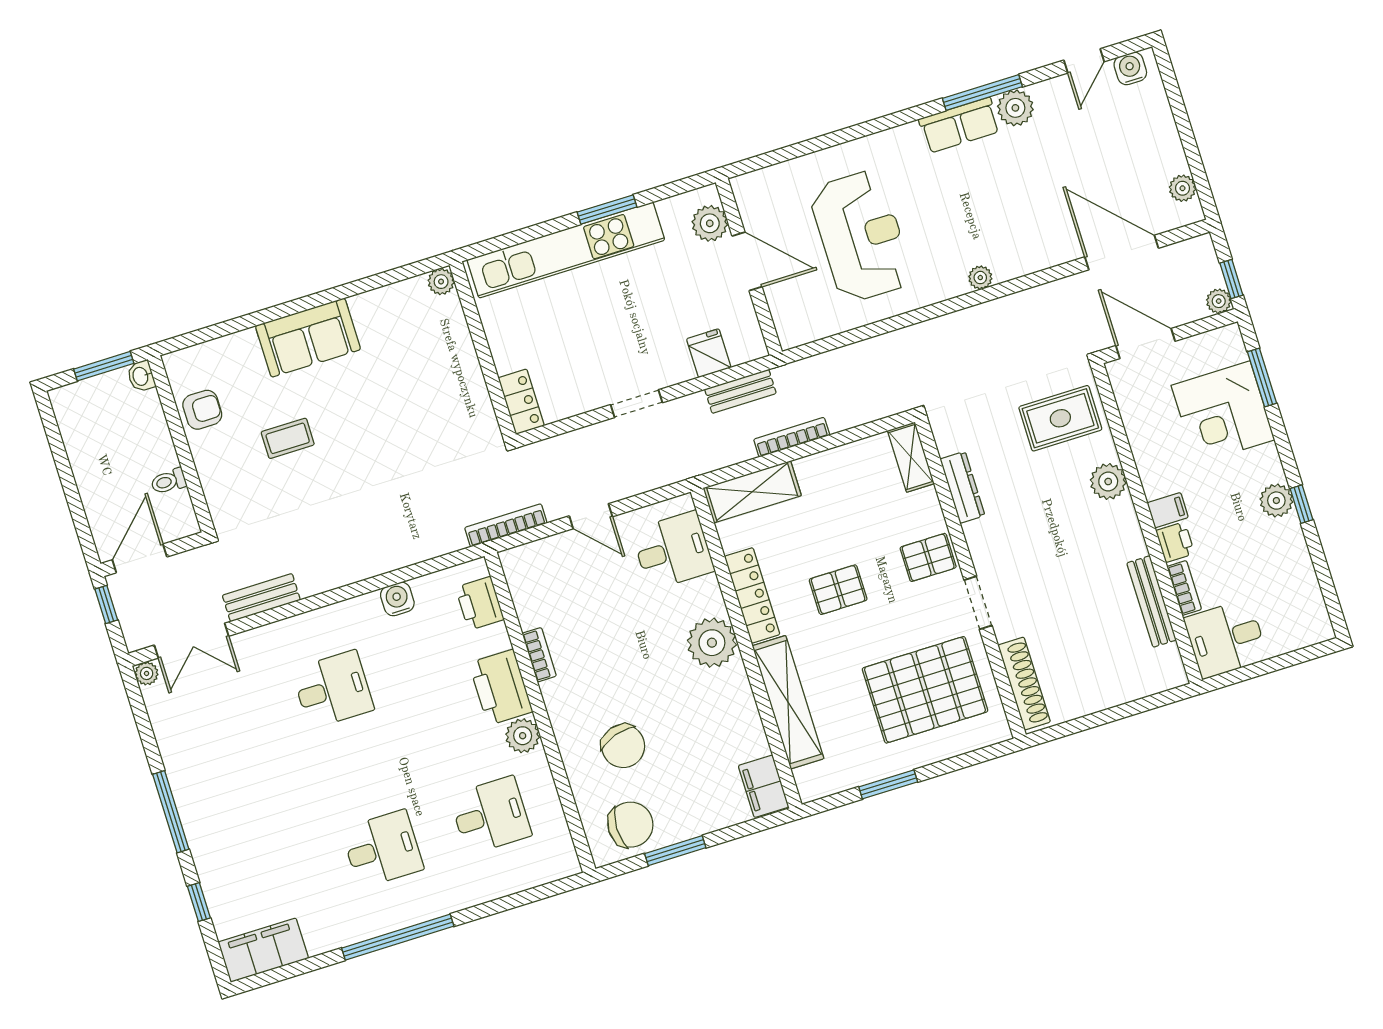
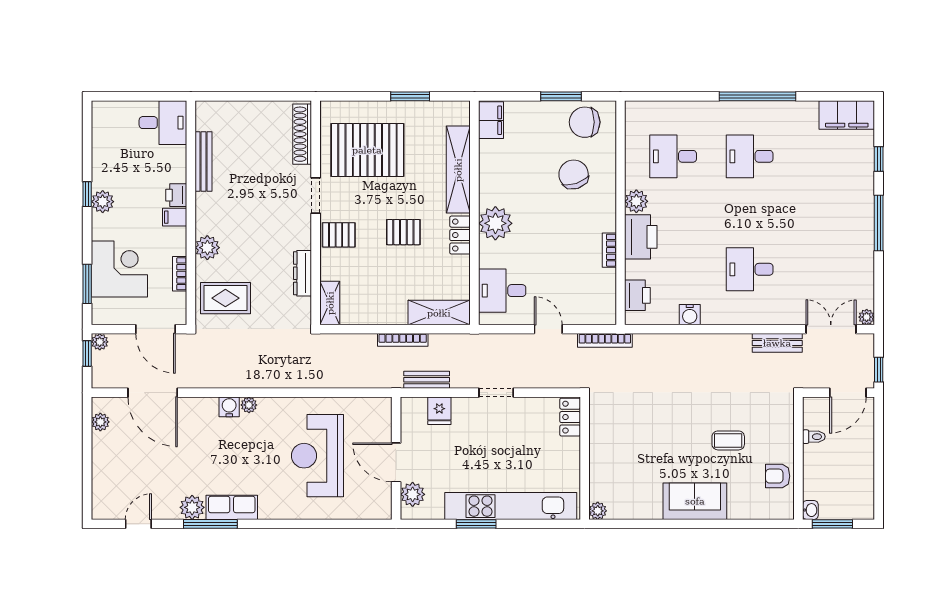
water cooler: (1130, 68) -> (229, 407), moved, turned 180
bookcase: (1184, 588) -> (180, 274), moved
locker: (752, 595) -> (460, 235), width x0.66

